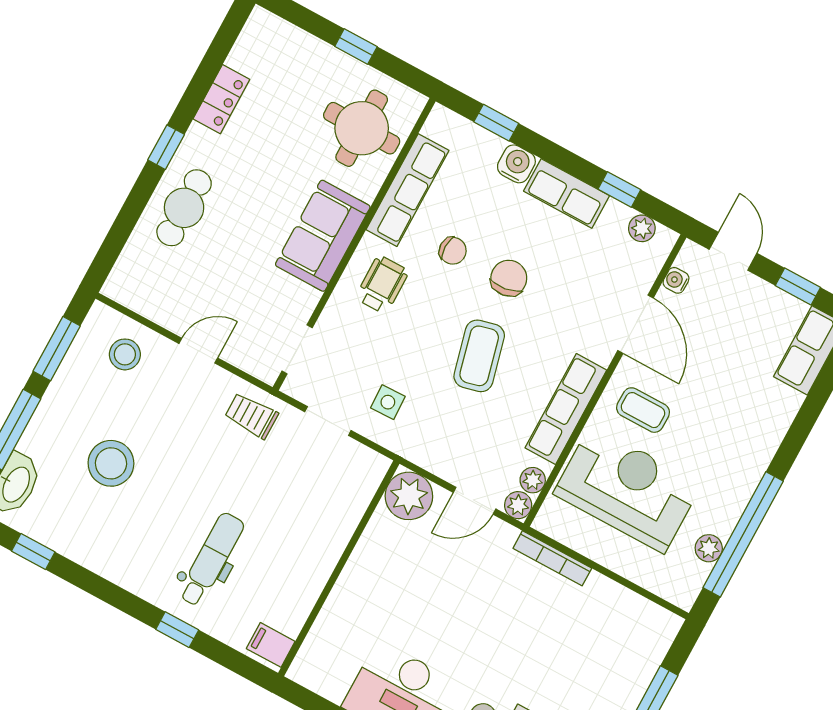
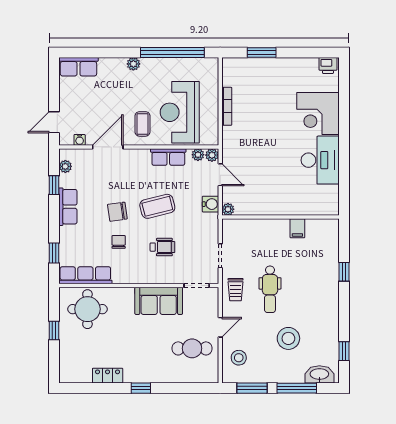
water cooler: (516, 164) -> (210, 204), moved, turned 180
row of seats: (408, 190) -> (85, 275), moved
cafe table: (184, 208) -> (192, 348), moved
sofa: (323, 236) -> (159, 301), moved
wheelchair: (382, 285) -> (162, 247), moved, turned 180
window: (798, 286) -> (54, 86), removed
door: (198, 351) -> (220, 327), swing flipped
side table: (388, 402) -> (198, 235), removed
row of seats: (566, 409) -> (168, 157), width x0.68
plant: (409, 496) -> (228, 209), width x0.53, depth x0.53
plant: (709, 548) -> (133, 64), moved
bookcase: (552, 558) -> (227, 106), moved
dental chair: (211, 559) -> (270, 289), moved, turned -90
filing cabinet: (271, 645) -> (297, 228), moved

